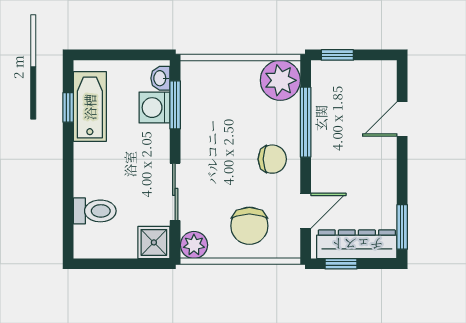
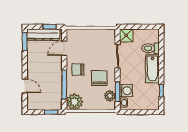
bathtub: (90, 107) -> (152, 69), moved
door: (402, 119) -> (25, 86), hinge flipped
chair: (249, 226) -> (99, 78), moved
plant: (194, 245) -> (110, 96), moved

